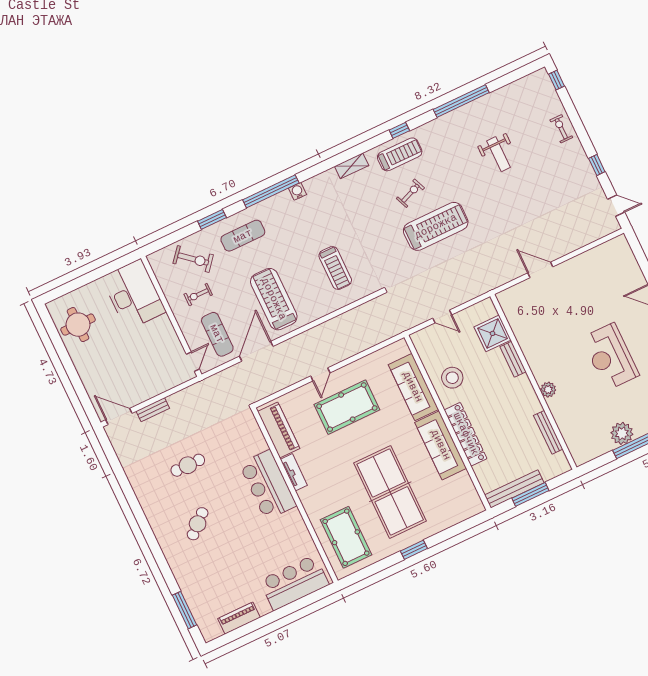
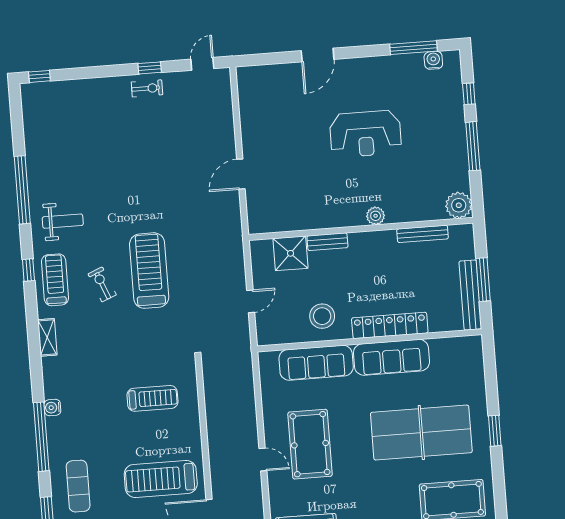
exercise bike: (561, 129) -> (147, 88), moved, turned 180
weight bench: (499, 154) -> (63, 221), moved
plant: (622, 433) -> (459, 205), moved

